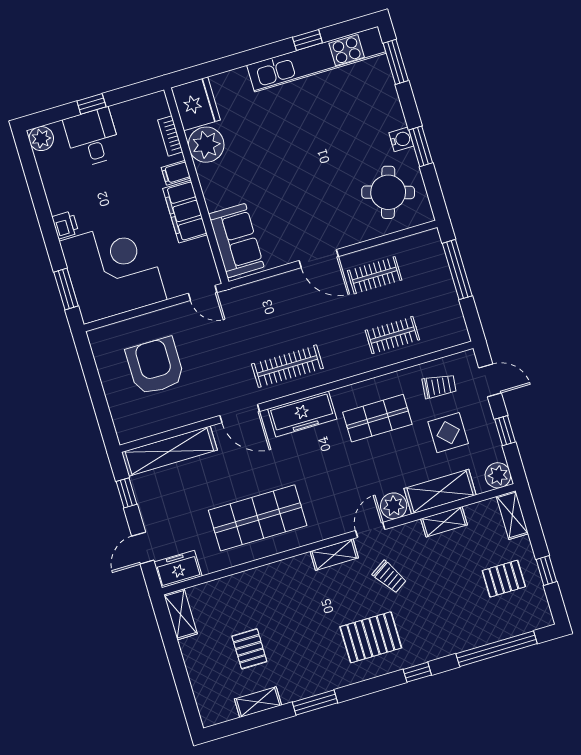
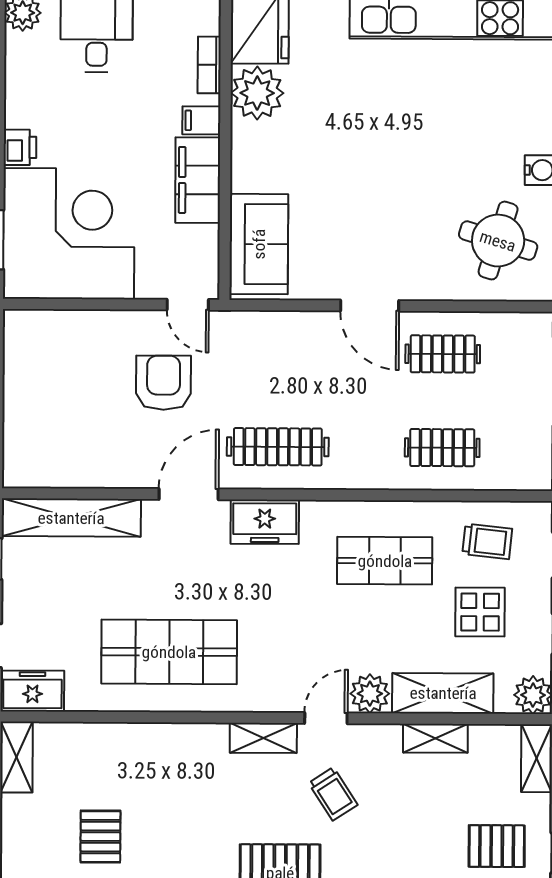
armchair: (155, 366) -> (163, 383), moved, width x0.73, depth x0.73
door: (240, 414) -> (189, 494), swing flipped
freezer: (302, 414) -> (265, 522), width x0.71

